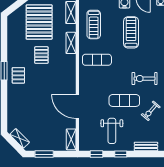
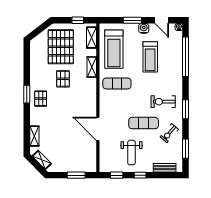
treadmill: (94, 24) -> (114, 49), width x1.37, depth x1.38
treadmill: (131, 32) -> (150, 57), turned 180
shelving: (71, 139) -> (34, 136), moved
window: (44, 154) -> (76, 175), moved

